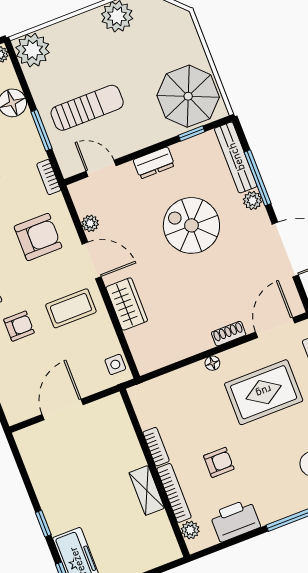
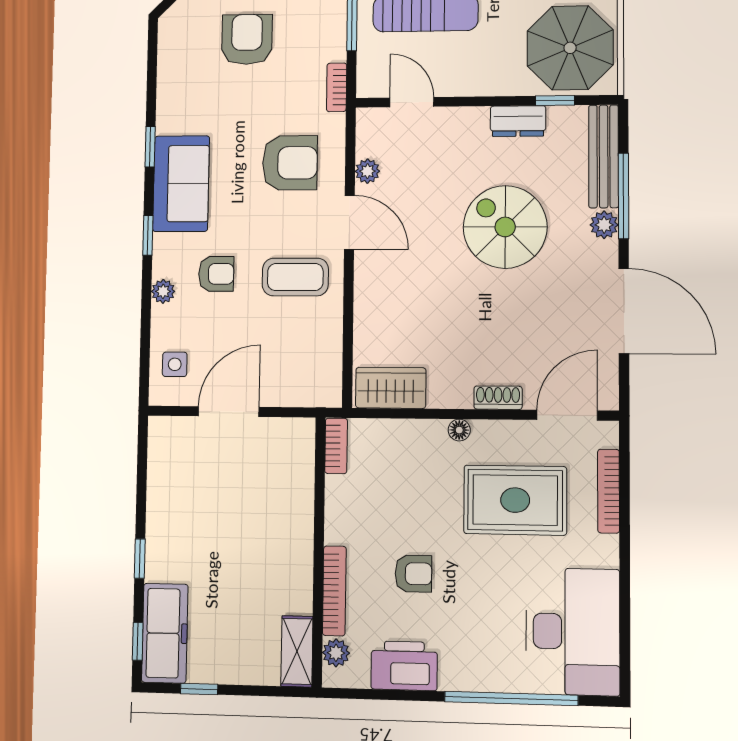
dresser: (154, 163) -> (518, 121), moved
wardrobe: (127, 304) -> (391, 388), moved, turned -90
side table: (115, 364) -> (175, 364), moved
bookcase: (156, 447) -> (336, 446), moved
shelving: (147, 490) -> (297, 651), moved

